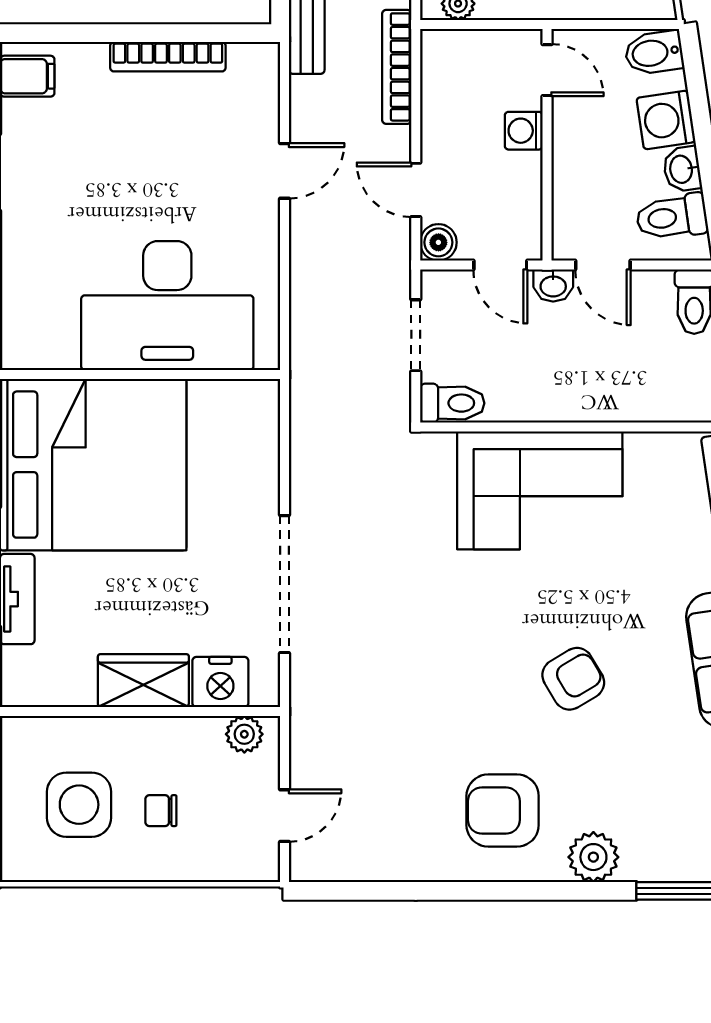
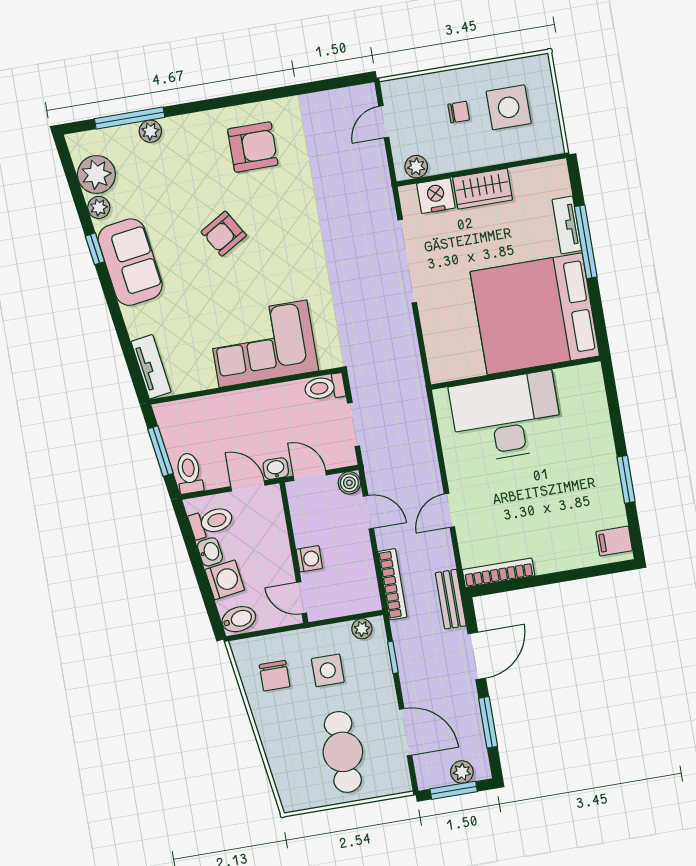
bookcase: (168, 57) -> (499, 573), moved
plant: (593, 857) -> (150, 131), moved, width x0.73, depth x0.73

